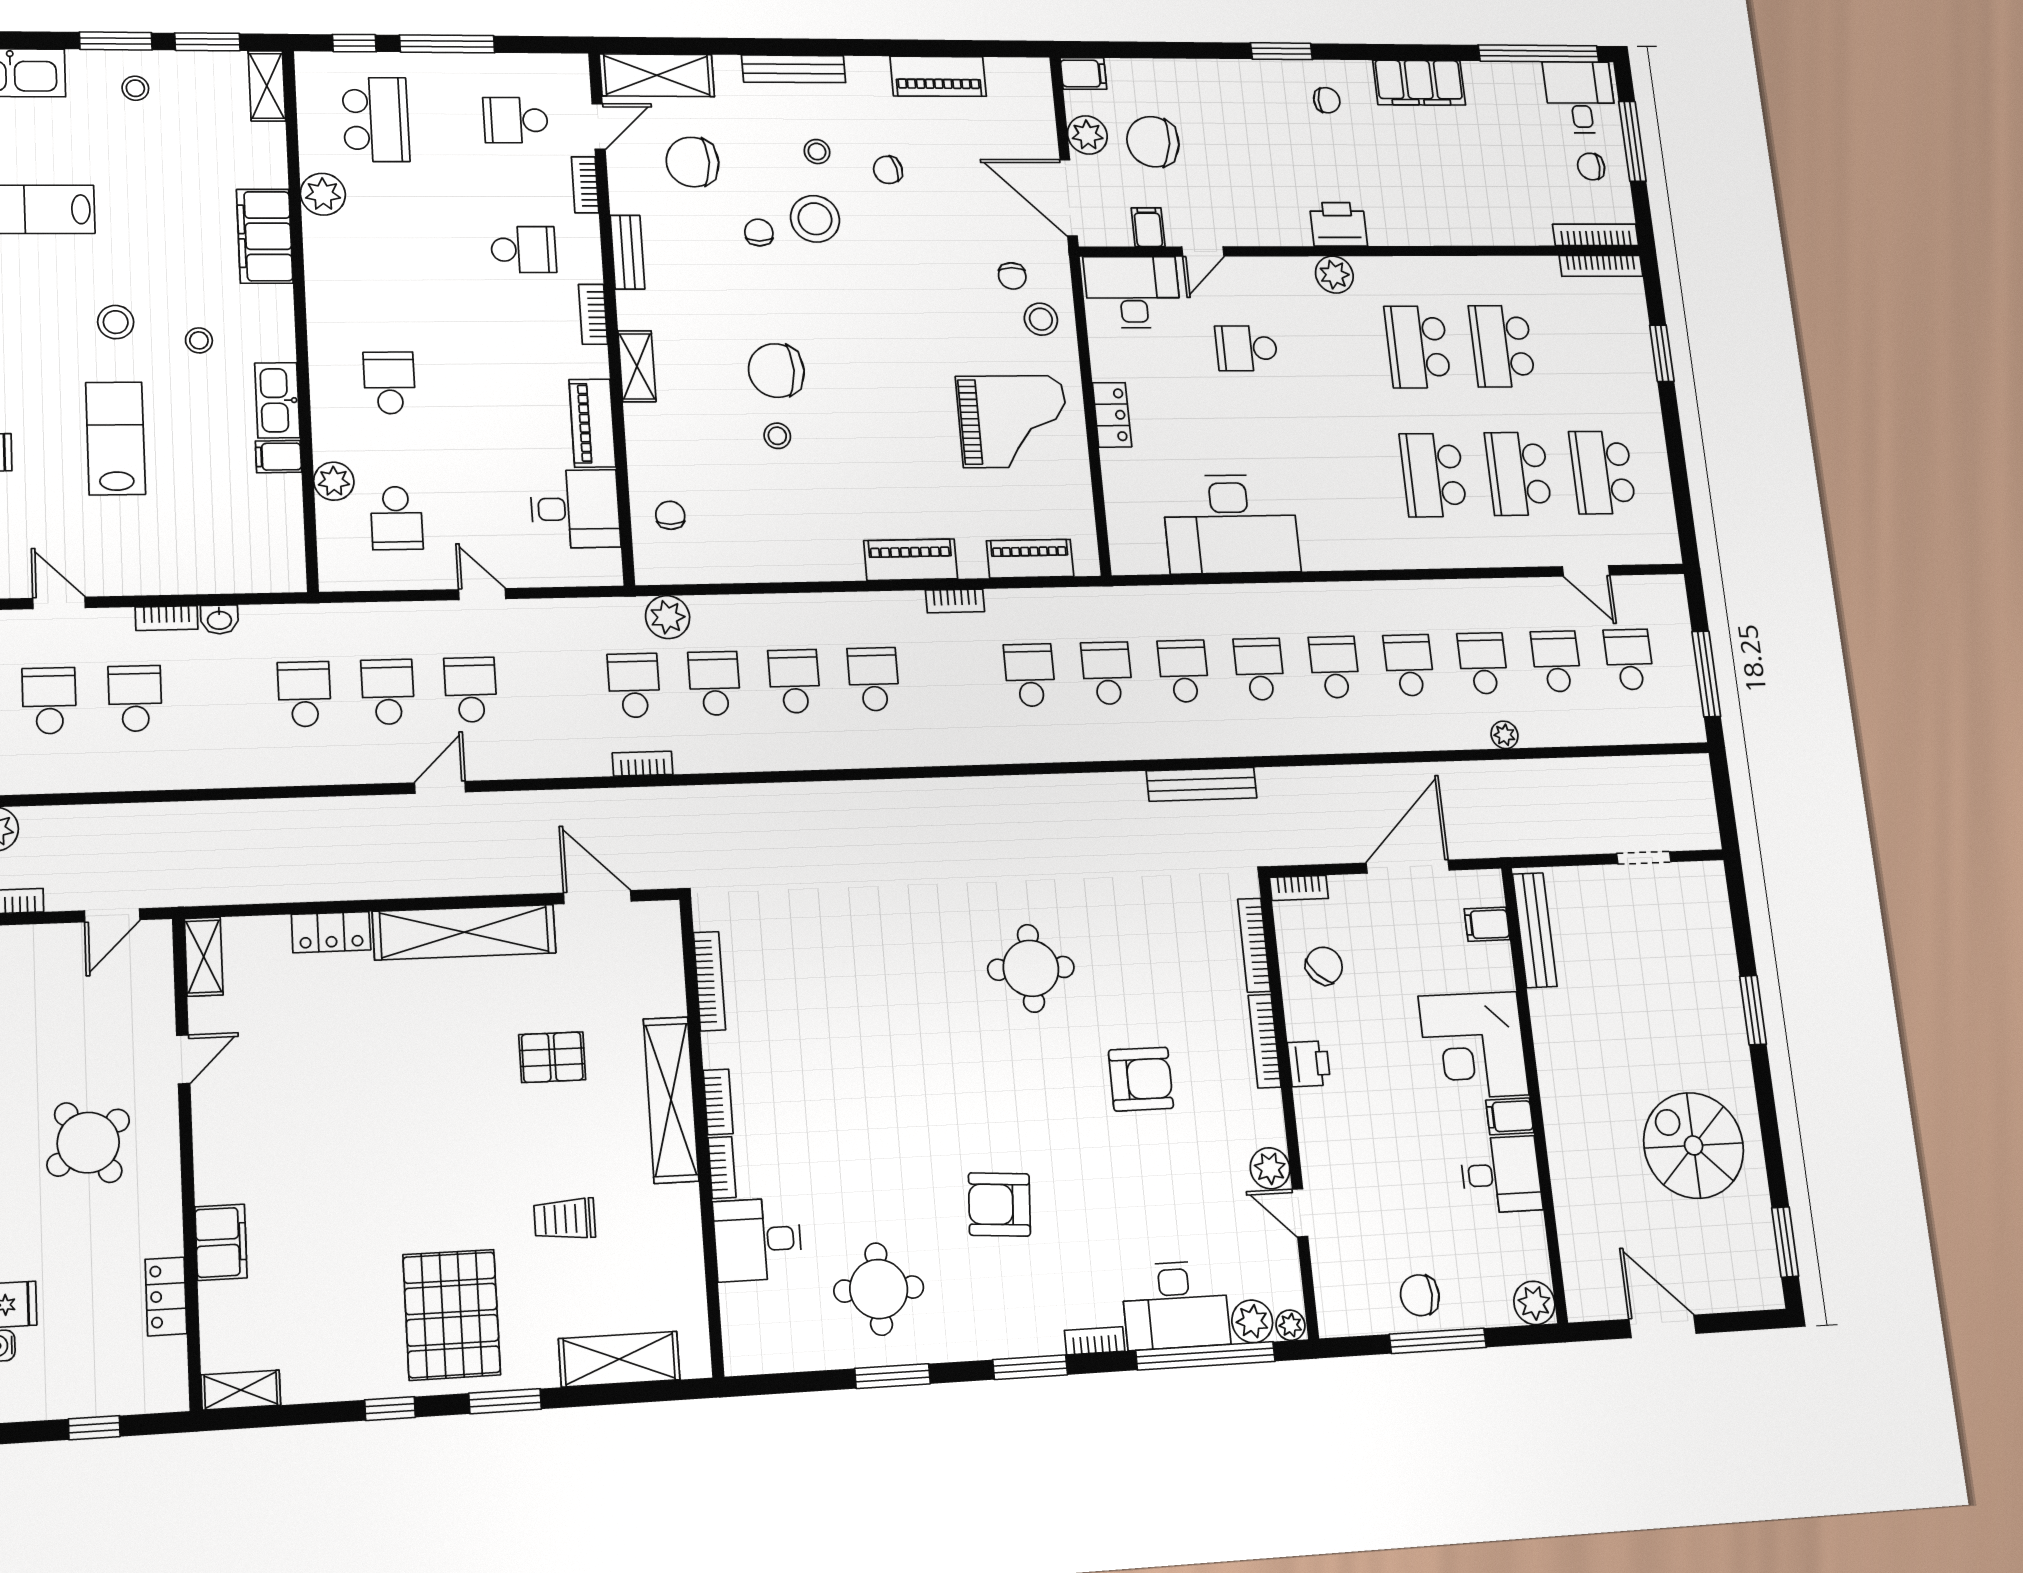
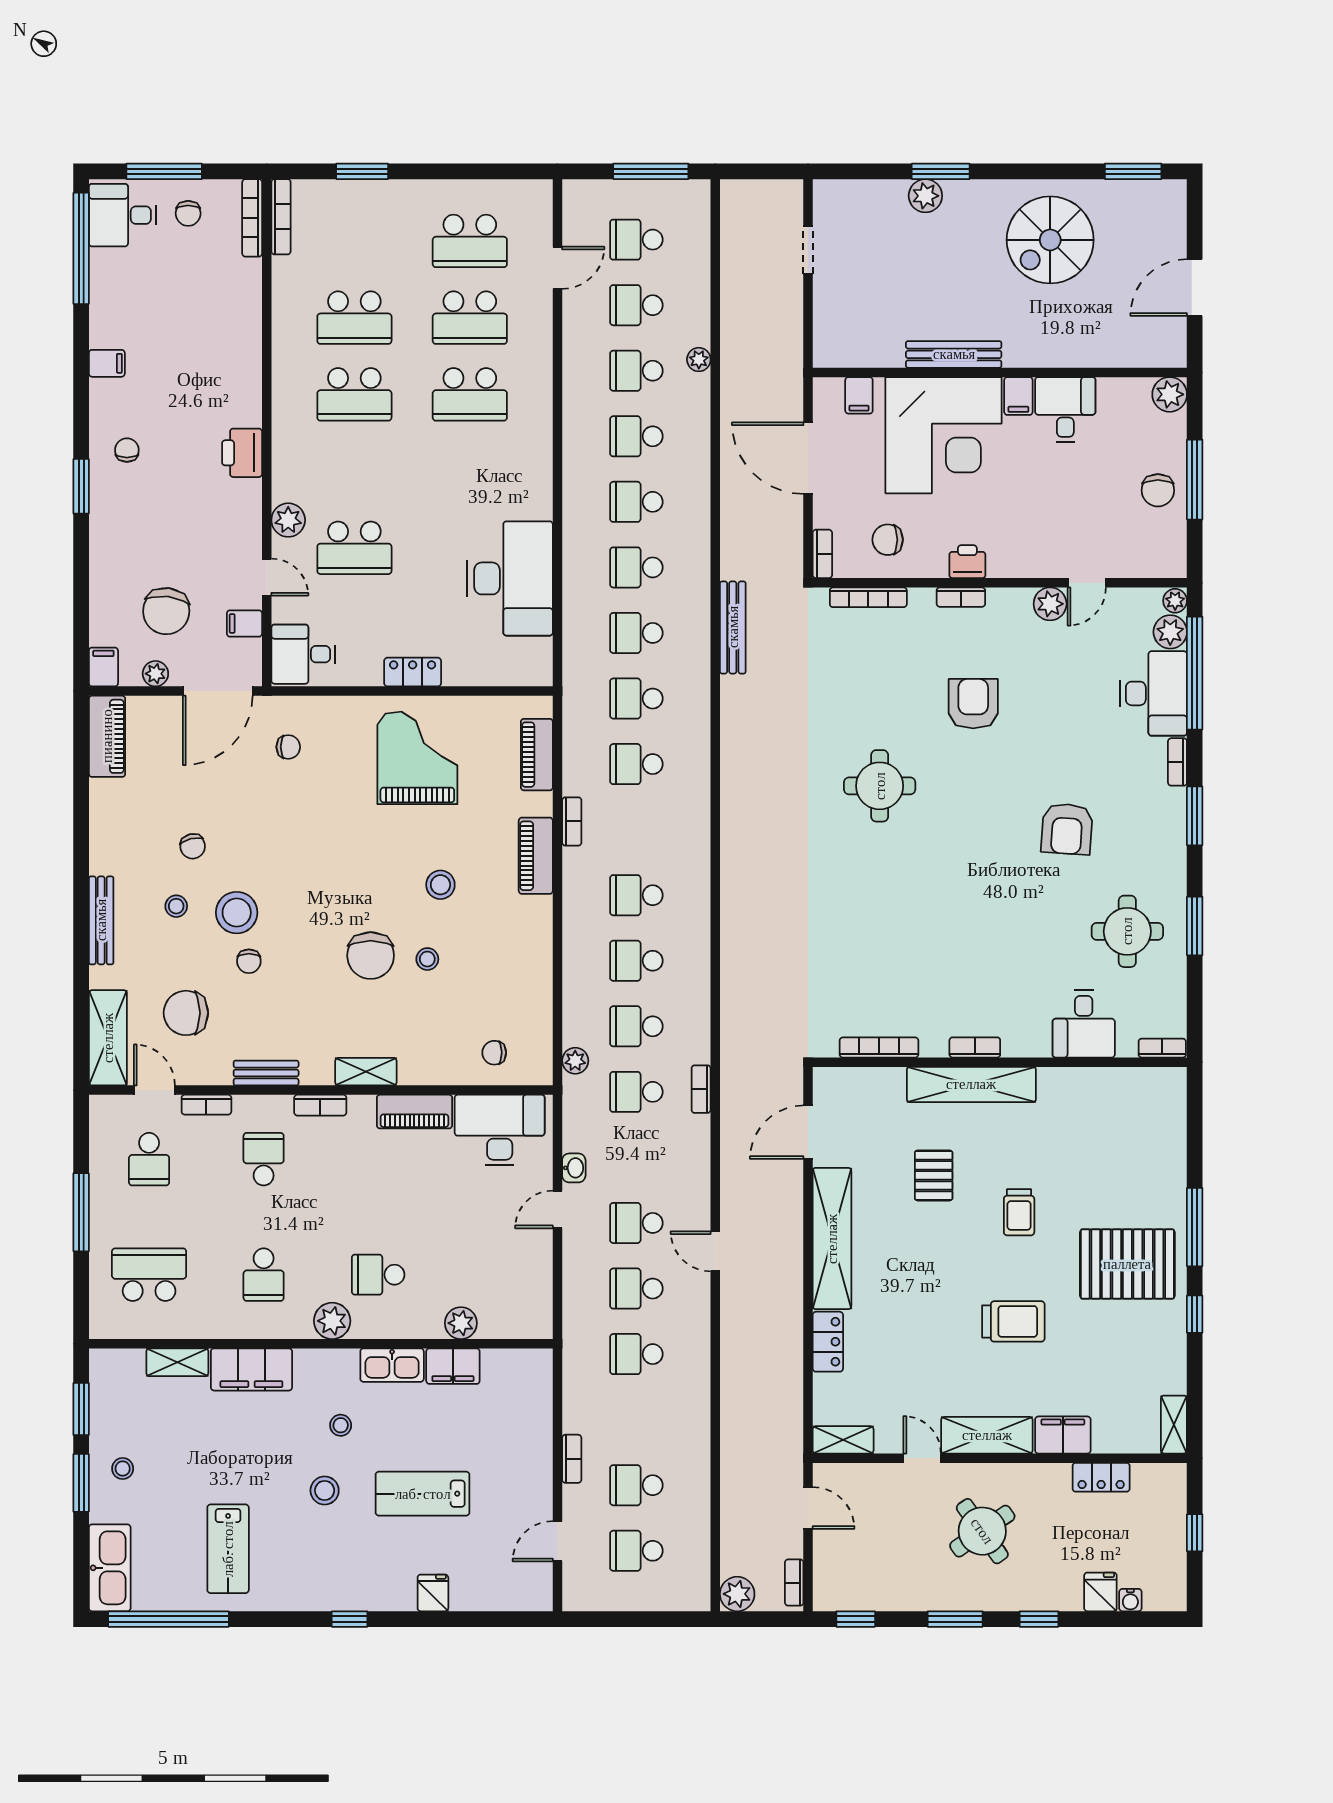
window: (354, 43) -> (81, 1289), removed
piano: (938, 76) -> (107, 736), moved
filing cabinet: (1419, 83) -> (107, 363), width x0.33, depth x0.86
shelving: (267, 86) -> (177, 1362), moved
plant: (1087, 135) -> (155, 674), width x0.73, depth x0.73
chair: (693, 162) -> (186, 1013), turned 90
plant: (323, 194) -> (332, 1321), moved
chair: (759, 233) -> (249, 961), turned -90
plant: (1334, 275) -> (288, 520), moved
desk: (1133, 292) -> (303, 654), width x0.73
stool: (1041, 319) -> (440, 885), moved
school desk: (1246, 348) -> (354, 548), width x1.85
filing cabinet: (278, 457) -> (453, 1366), width x2.00
desk: (575, 509) -> (500, 1130), width x1.37
school desk: (396, 518) -> (264, 1275), moved, turned 90
plant: (668, 617) -> (575, 1061), width x0.73, depth x0.73
washbasin: (219, 620) -> (574, 1168), moved
bench: (1535, 930) -> (954, 354), moved
chair: (1324, 966) -> (888, 540), turned -44
plant: (1723, 993) -> (925, 196), added
bookcase: (1265, 1041) -> (961, 597), width x0.64
corner desk: (1473, 1045) -> (944, 435), width x1.36, depth x1.36
bookcase: (722, 1168) -> (1162, 1048), moved
trolley: (369, 1169) -> (1013, 1321), added
trolley: (565, 1219) -> (1019, 1212), moved
shelving: (619, 1359) -> (987, 1435), moved, turned 90
window: (505, 1401) -> (1195, 1227), width x1.44

